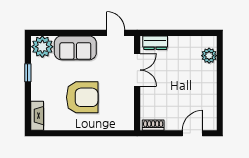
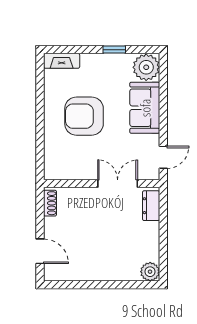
plant: (209, 56) -> (150, 272), moved
double door: (137, 70) -> (118, 183), swing flipped
armchair: (82, 97) -> (84, 116), turned 90

